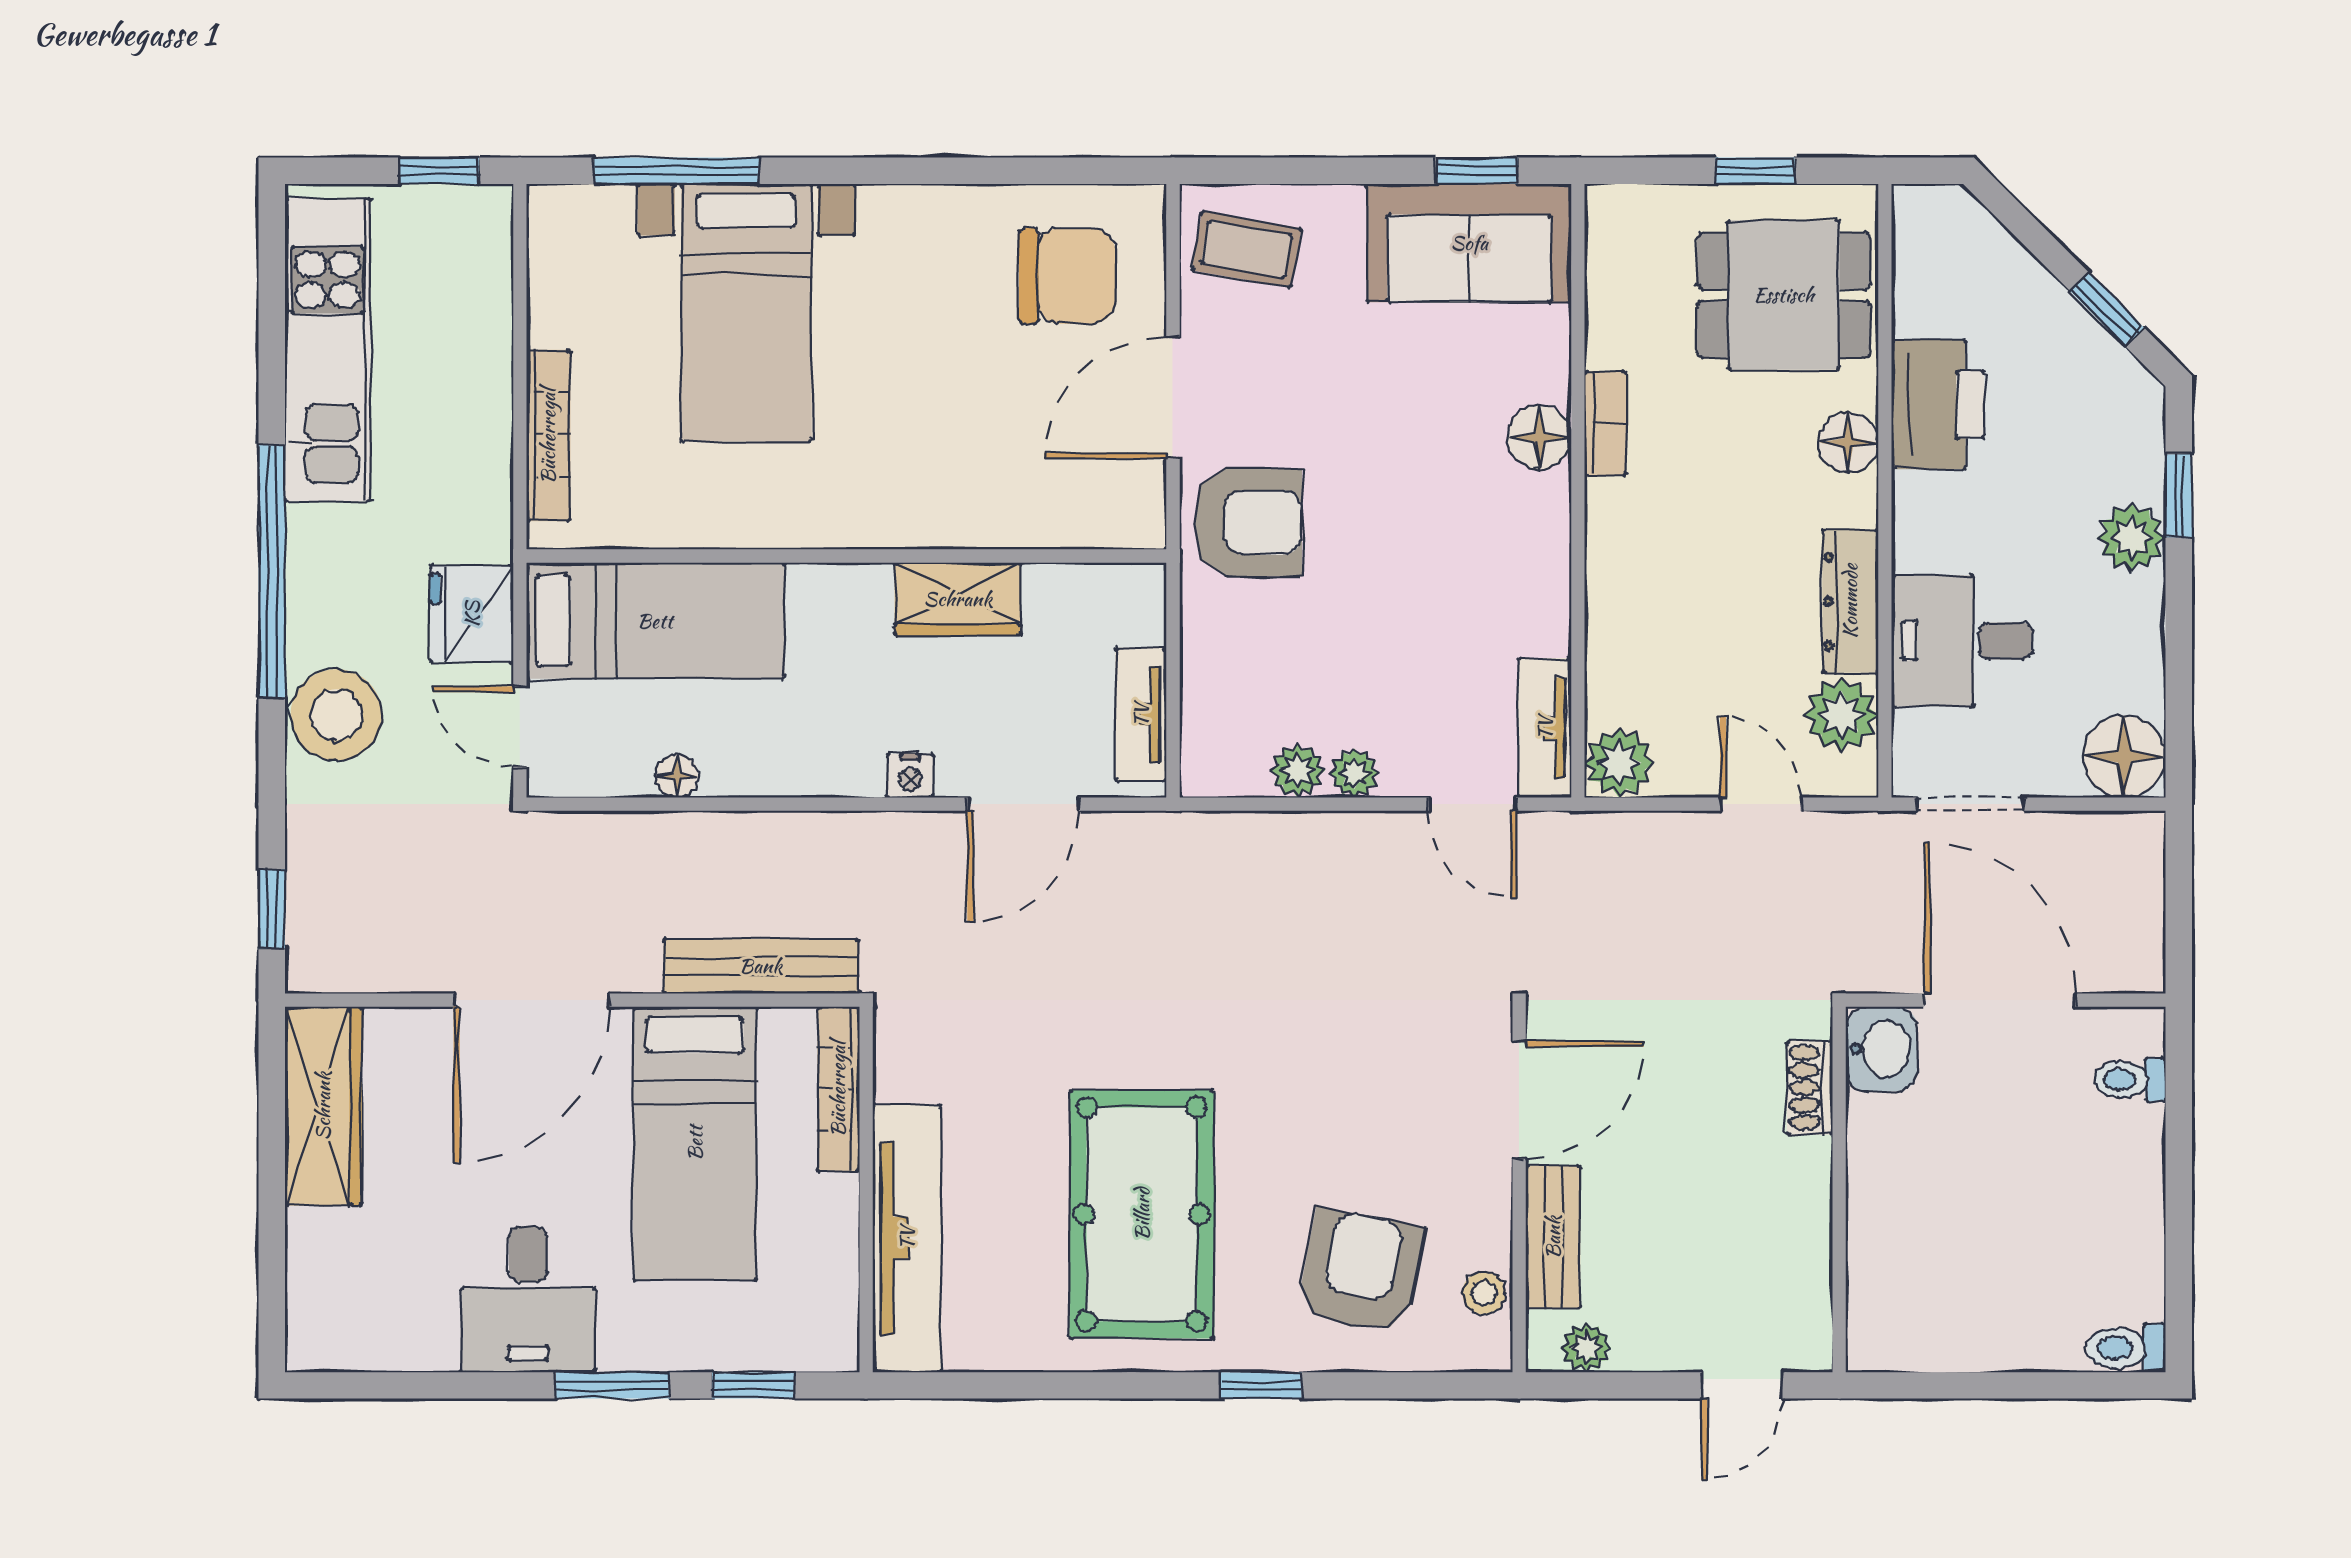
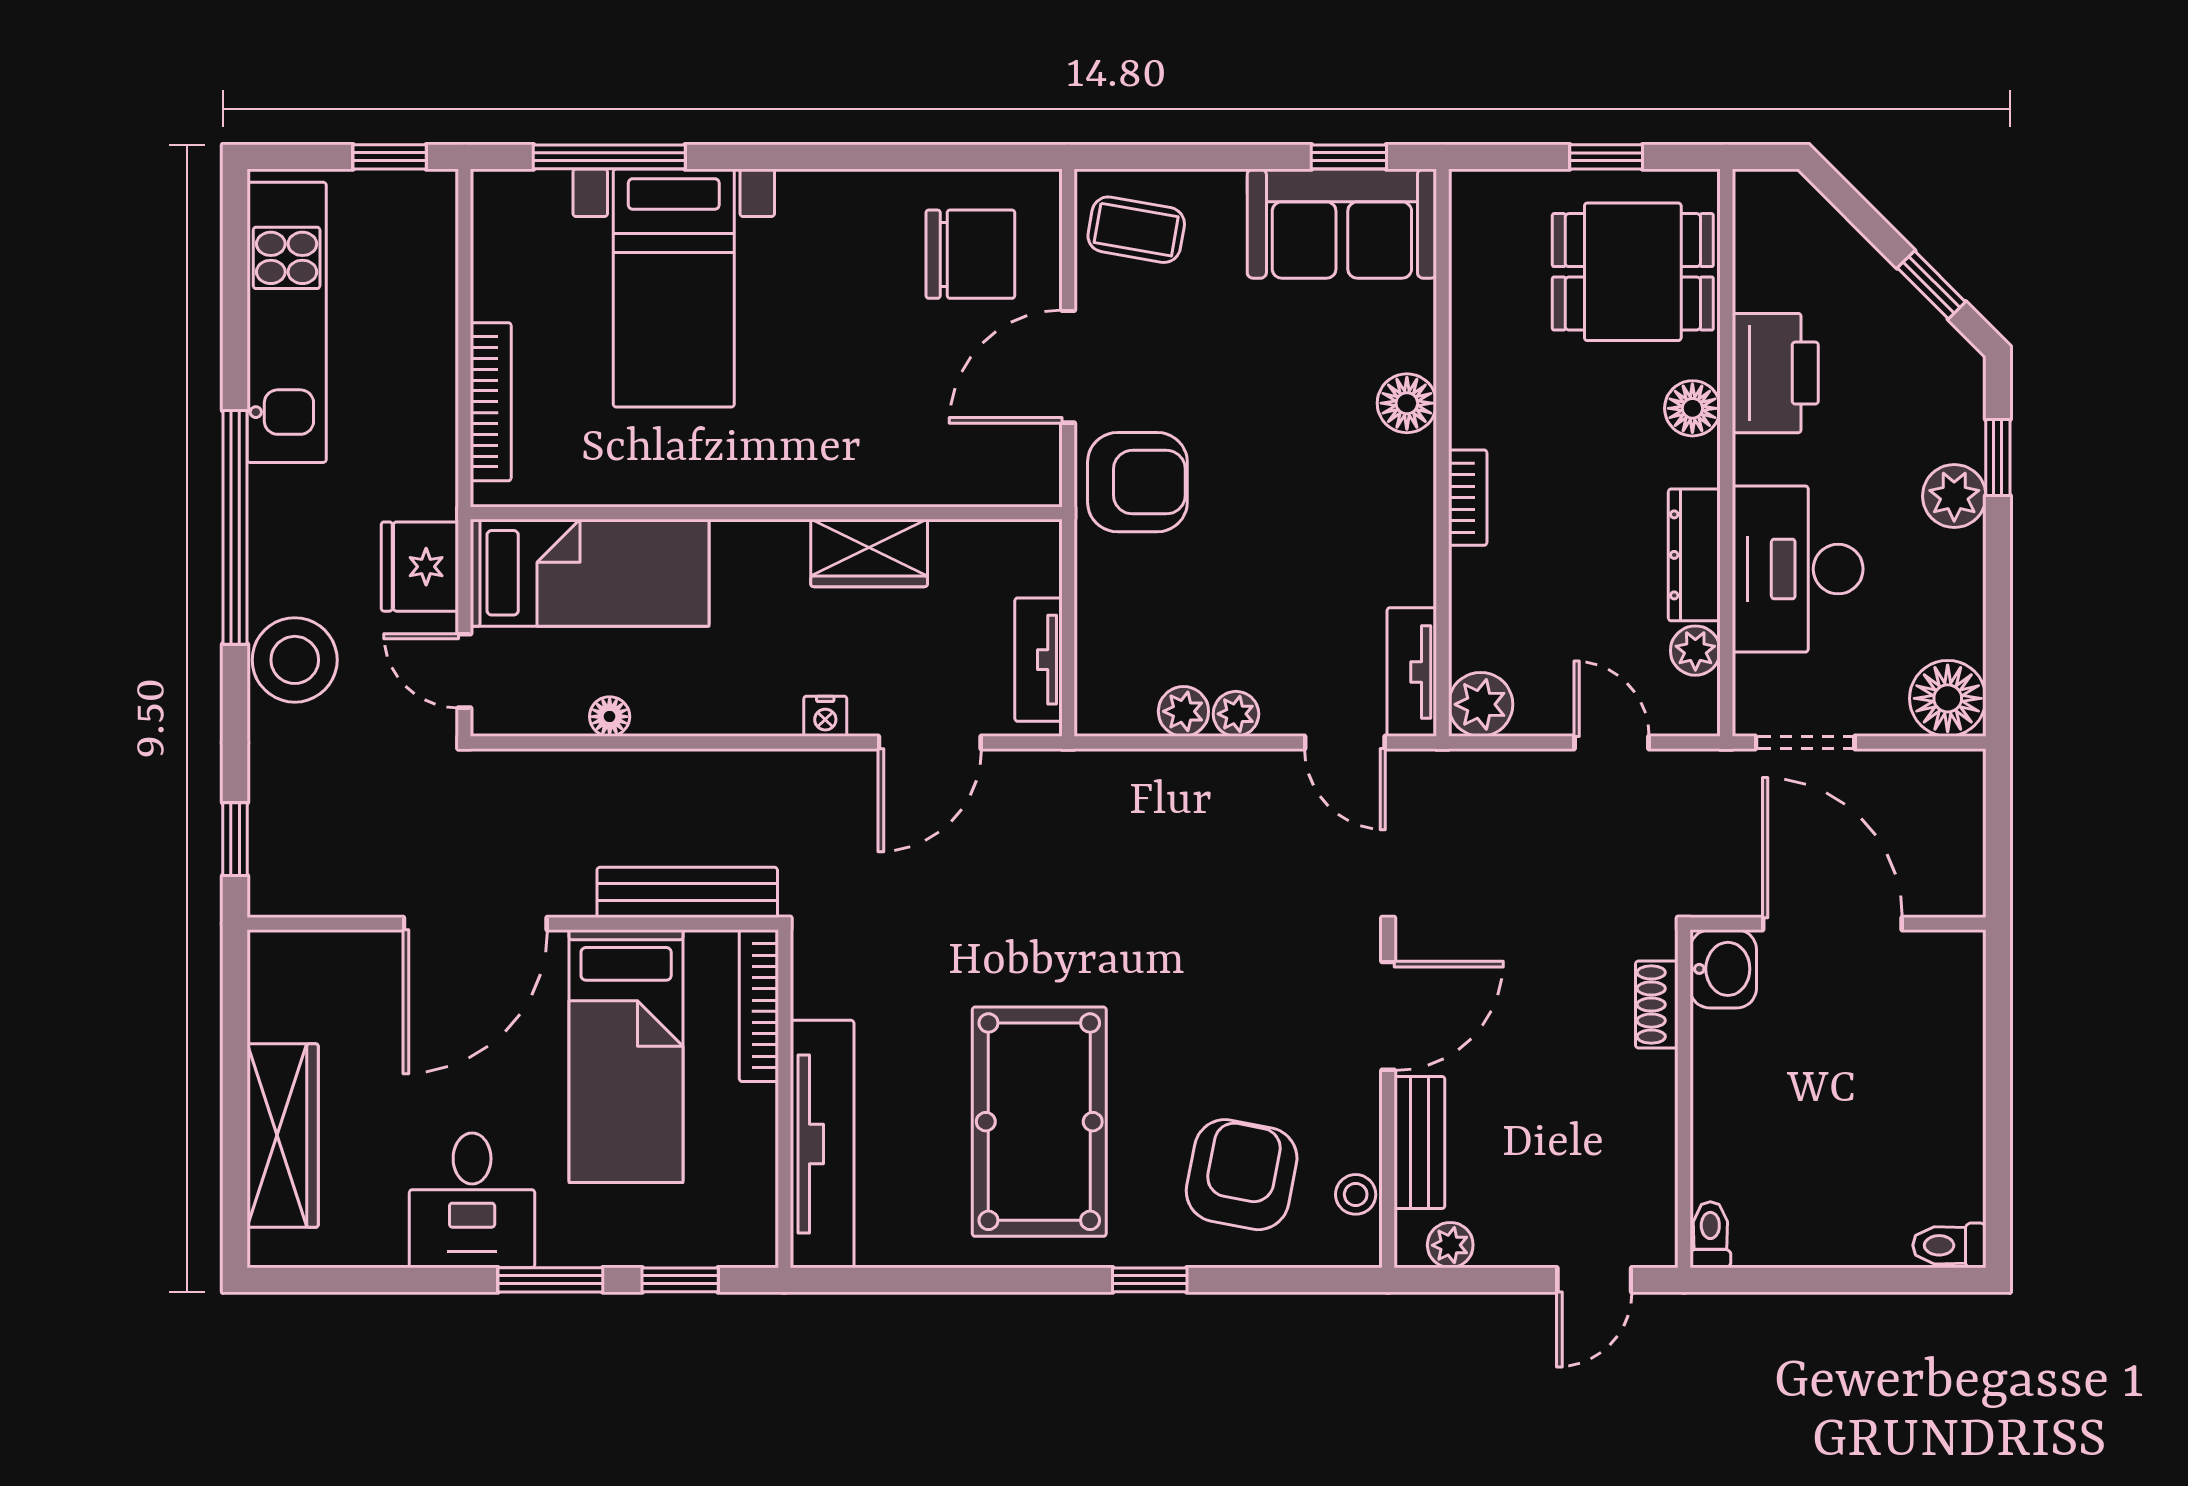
bookcase: (1605, 423) -> (1468, 498), moved
desk: (1962, 641) -> (1798, 569), width x1.37
plant: (1841, 715) -> (1695, 651), width x0.73, depth x0.73
toilet: (2130, 1080) -> (1710, 1235), moved, turned 90
wardrobe: (323, 1106) -> (283, 1136), moved

